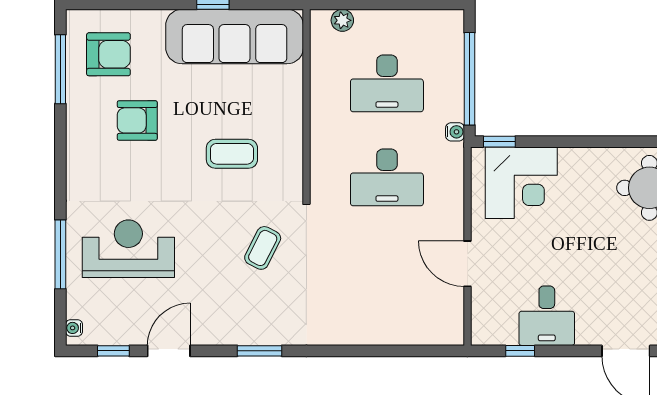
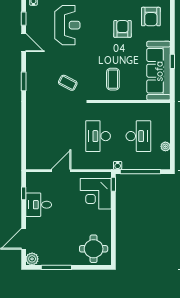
plant: (342, 20) -> (165, 146), moved
desk: (387, 83) -> (138, 136), turned 180
coffee table: (232, 154) -> (113, 79), moved

